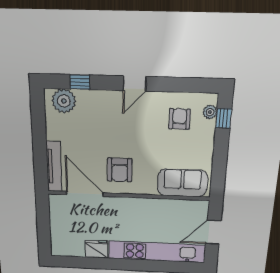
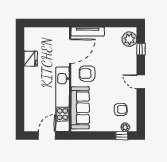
sofa: (182, 183) -> (80, 108), width x1.36
door: (213, 232) -> (47, 136), hinge flipped
kitchen unit: (157, 252) -> (62, 99), moved, turned 180

